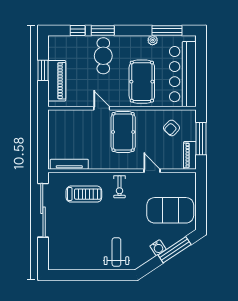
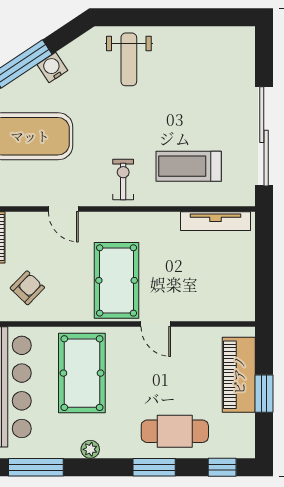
window: (78, 30) -> (222, 467), moved
plant: (153, 40) -> (90, 449), moved
cafe table: (103, 56) -> (175, 431), moved, turned 90

